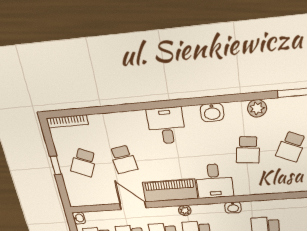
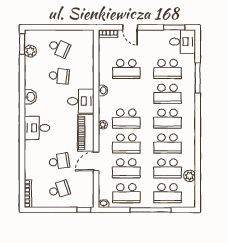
plant: (257, 108) -> (30, 51), moved
school desk: (84, 163) -> (59, 190), turned -42
window: (56, 165) -> (84, 210), moved

